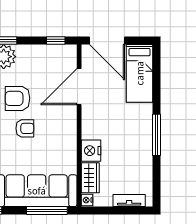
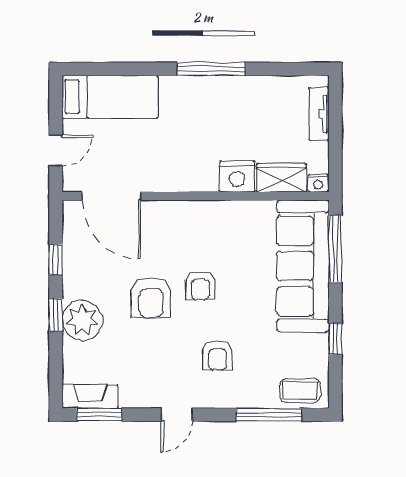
window: (56, 40) -> (56, 260), moved
door: (107, 40) -> (56, 150), width x0.53
door: (79, 87) -> (111, 196), moved
armchair: (25, 128) -> (200, 285), turned 180

